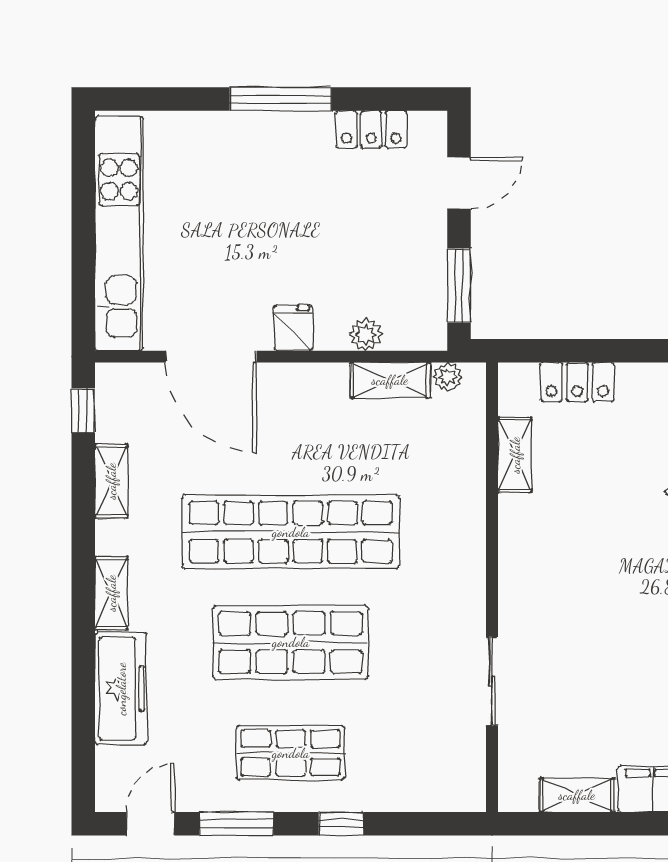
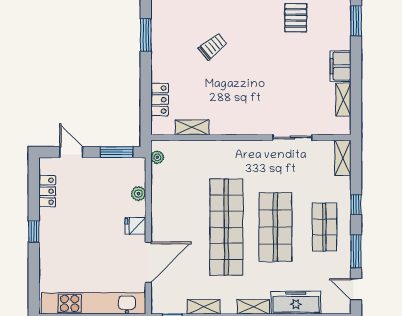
window: (281, 99) -> (34, 232), width x0.46
shelving: (390, 380) -> (343, 158), moved

